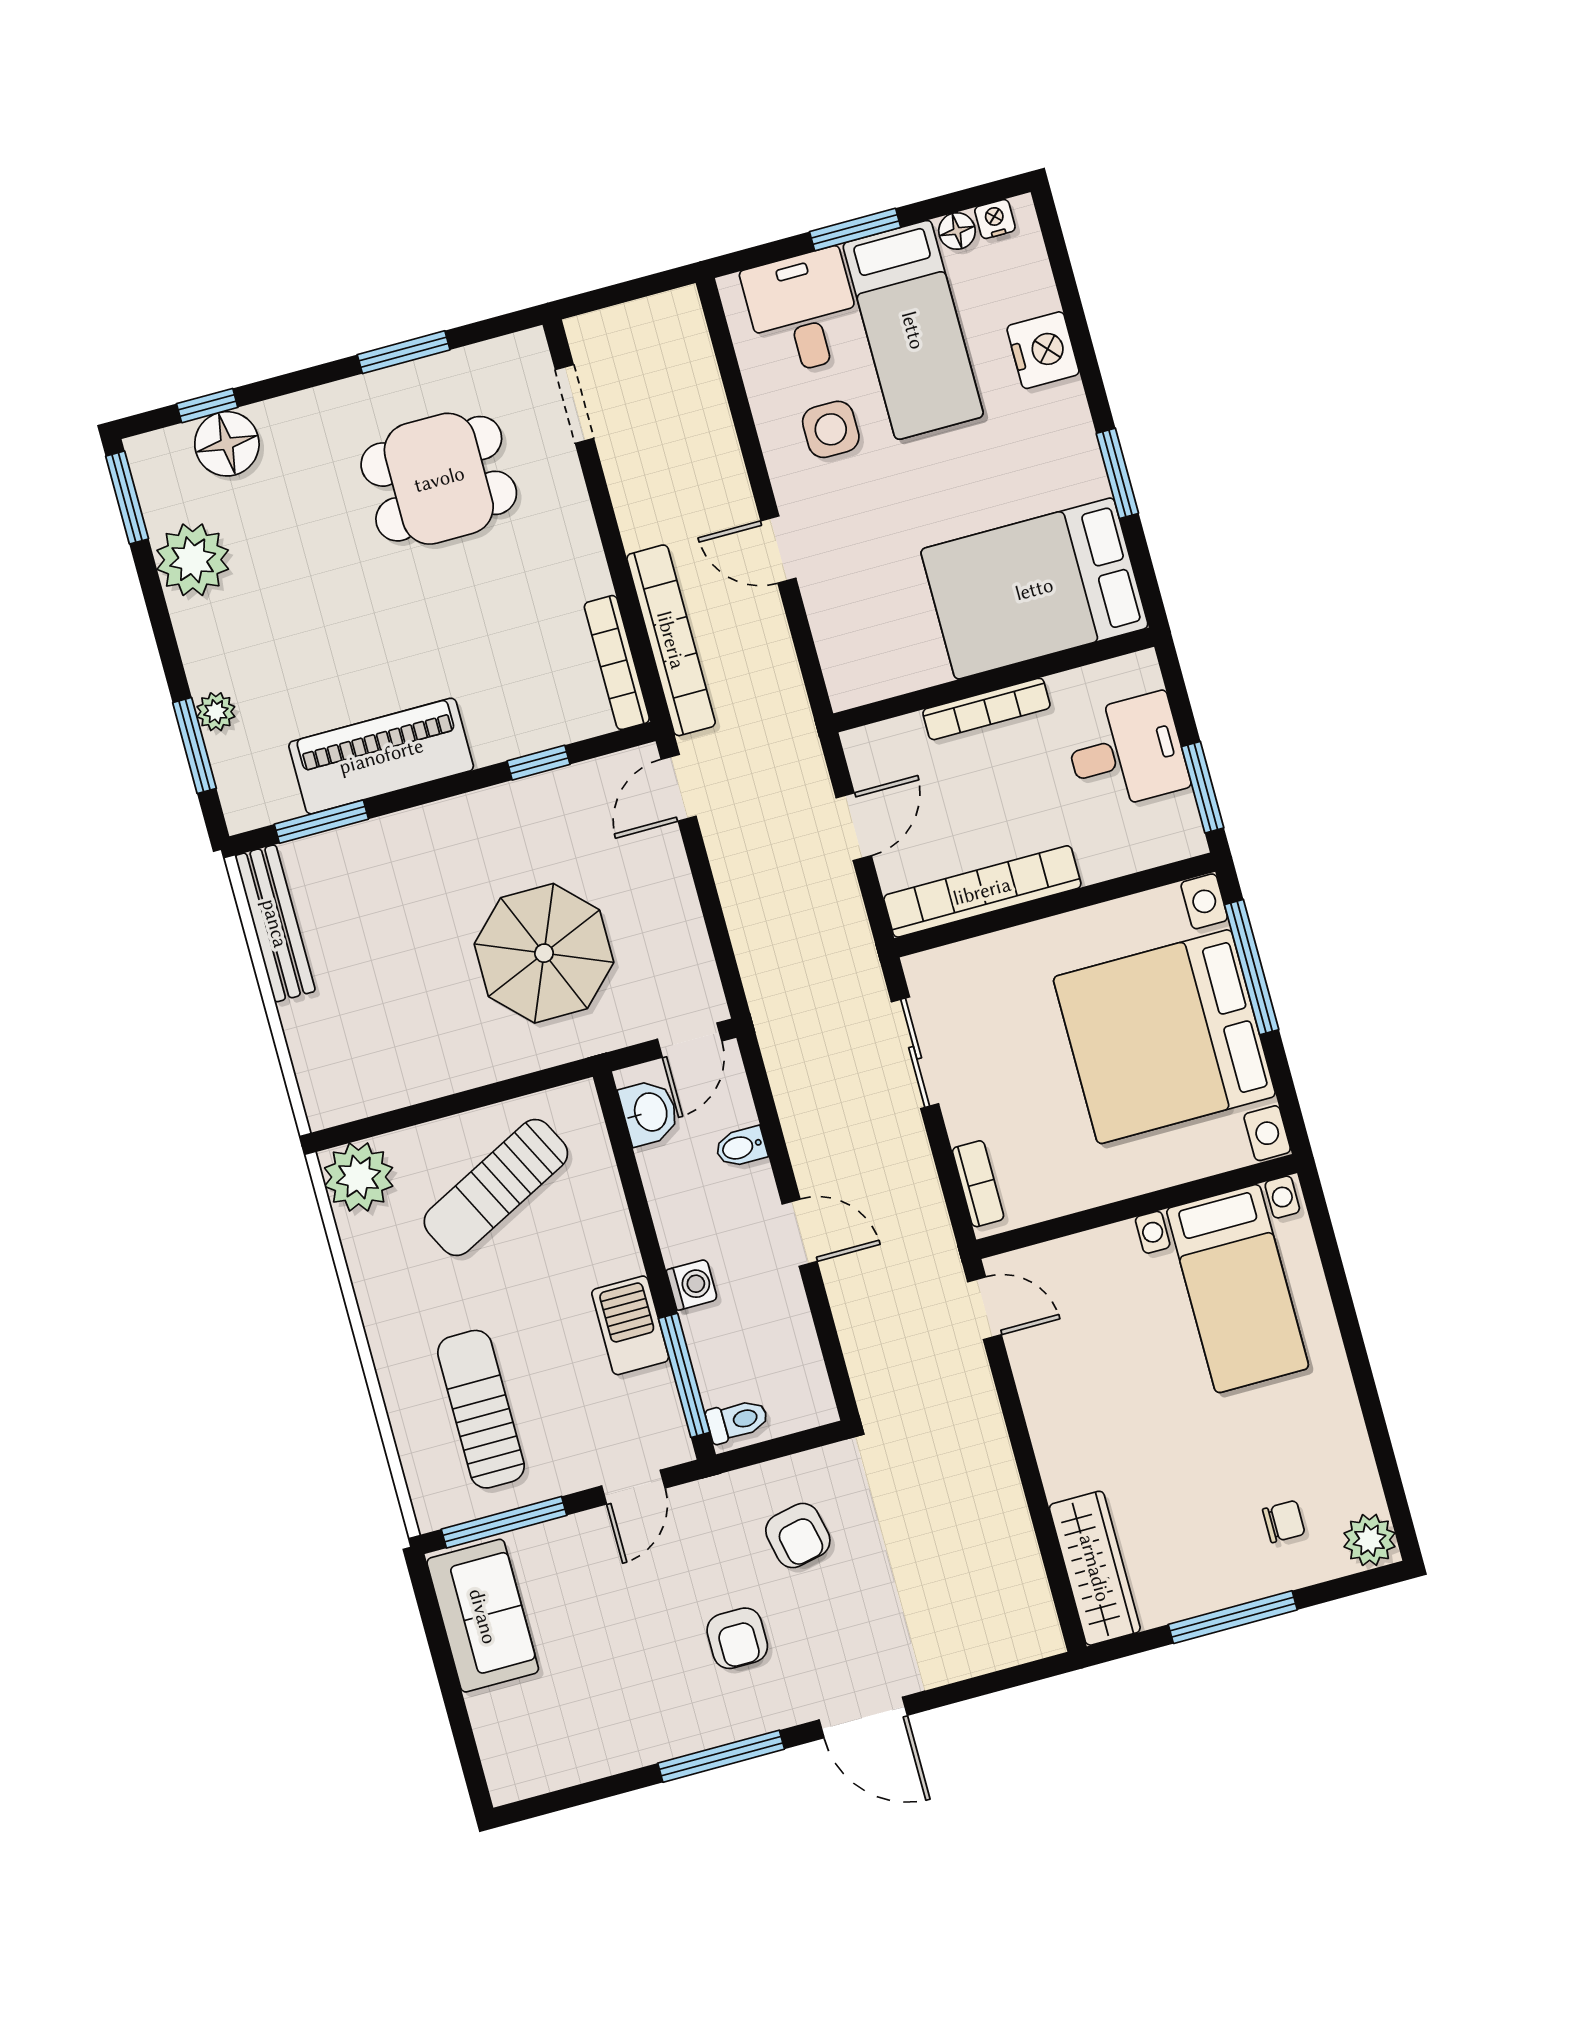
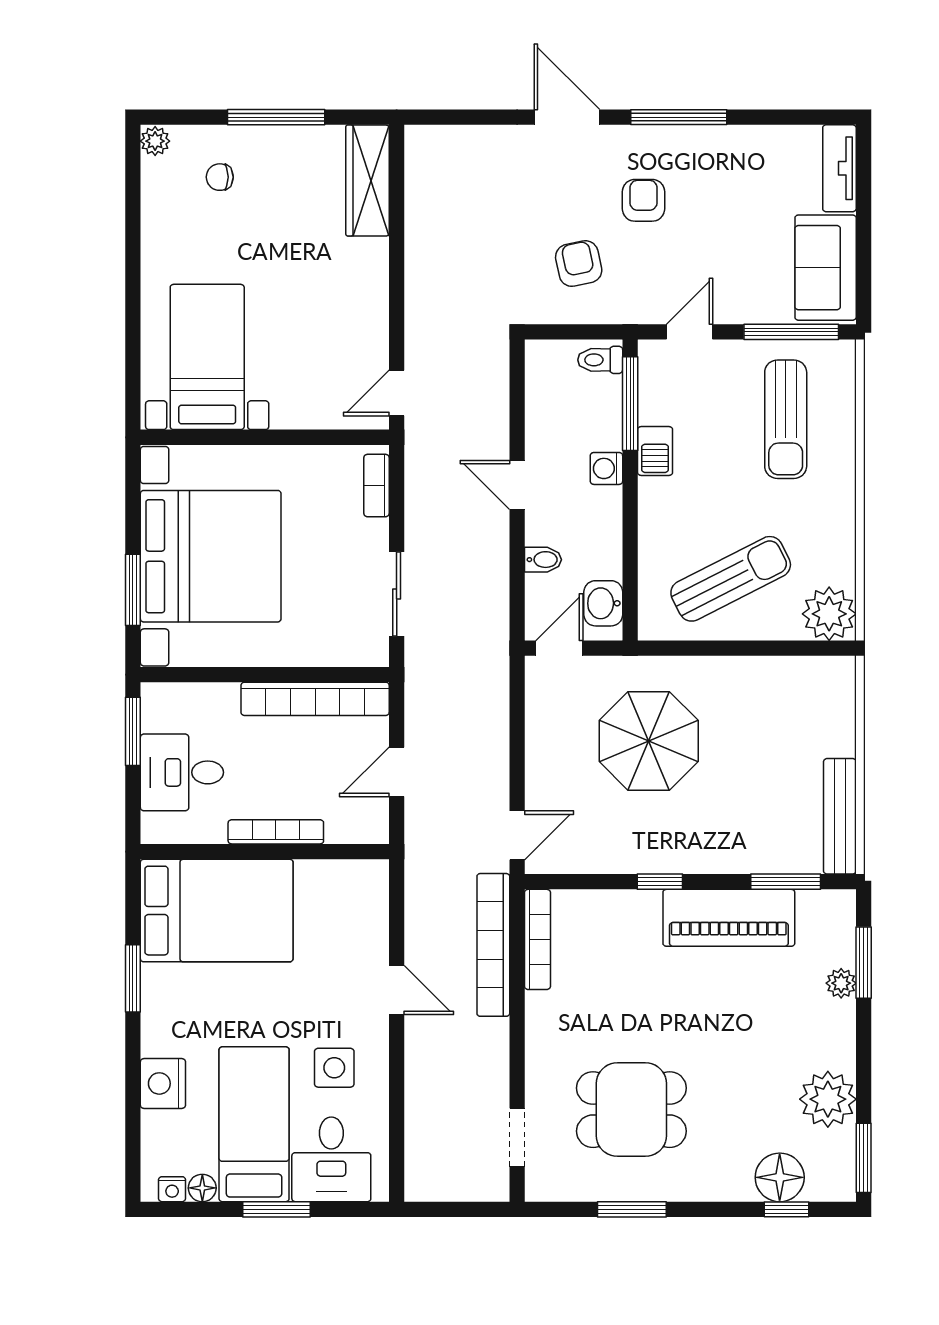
window: (539, 763) -> (660, 882), moved
window: (1252, 967) -> (133, 590), width x0.69
door: (984, 1308) -> (397, 393), hinge flipped
barbecue: (630, 1325) -> (655, 451), width x0.73, depth x0.79
plant: (1369, 1540) -> (155, 141), width x0.73, depth x0.73
tv unit: (499, 1747) -> (839, 168), added

